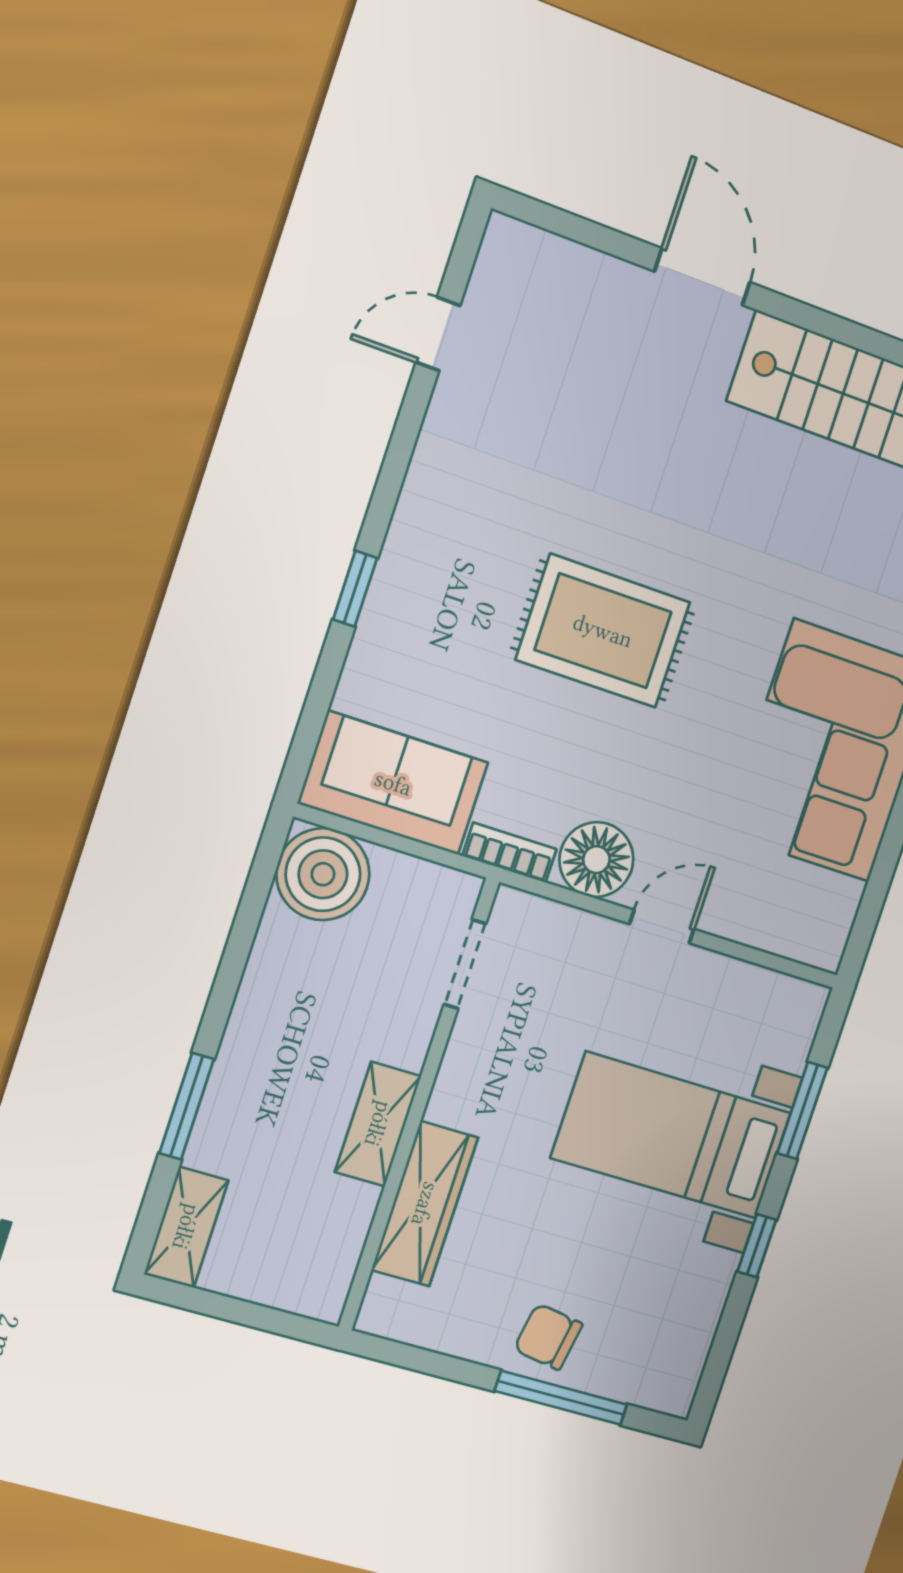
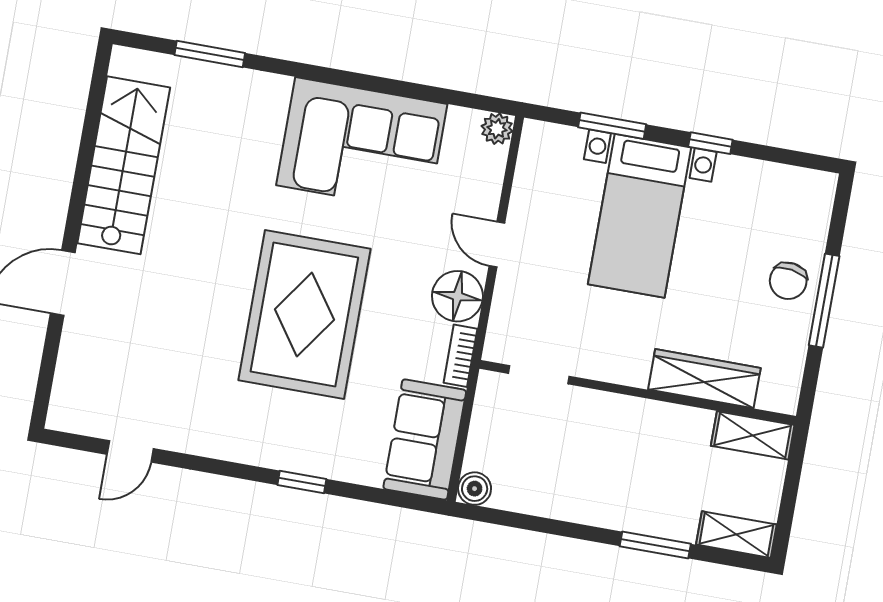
door: (438, 334) -> (130, 451), hinge flipped
rug: (603, 631) -> (304, 315), width x1.37, depth x1.44
boiler: (323, 874) -> (475, 489), width x0.54, depth x0.54
plant: (823, 947) -> (497, 129), added
shelving: (378, 1124) -> (753, 435), moved
window: (561, 1398) -> (824, 301), moved

